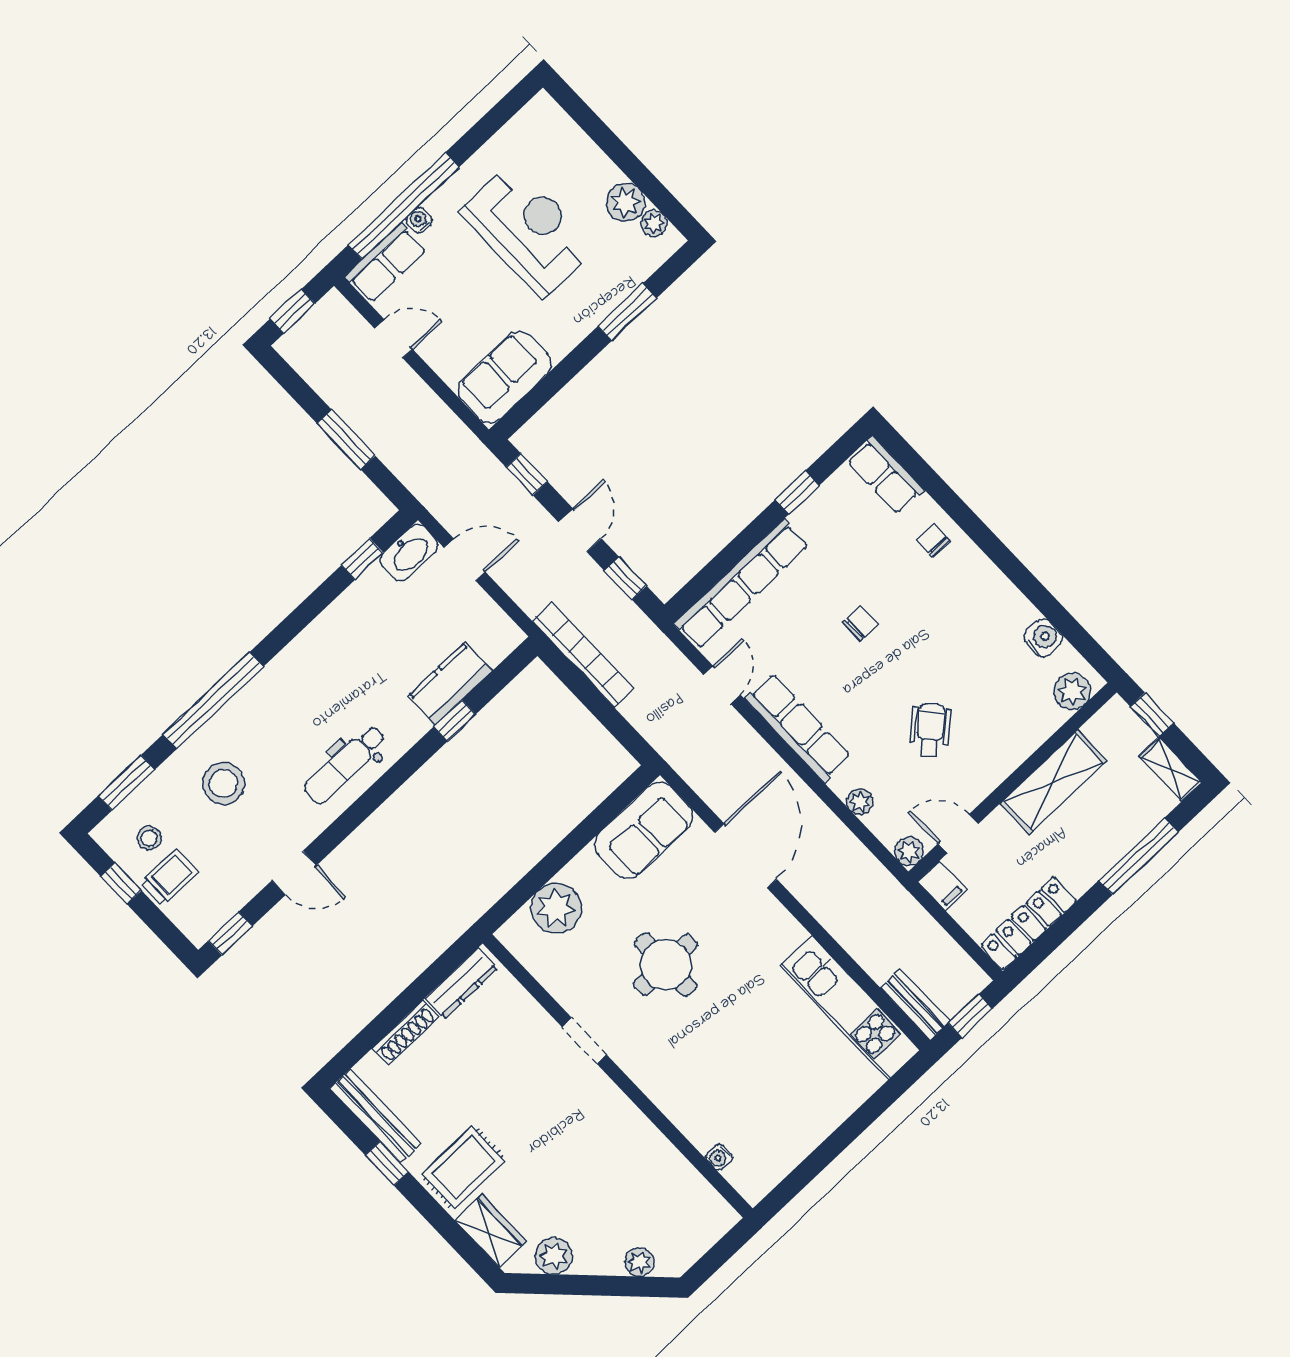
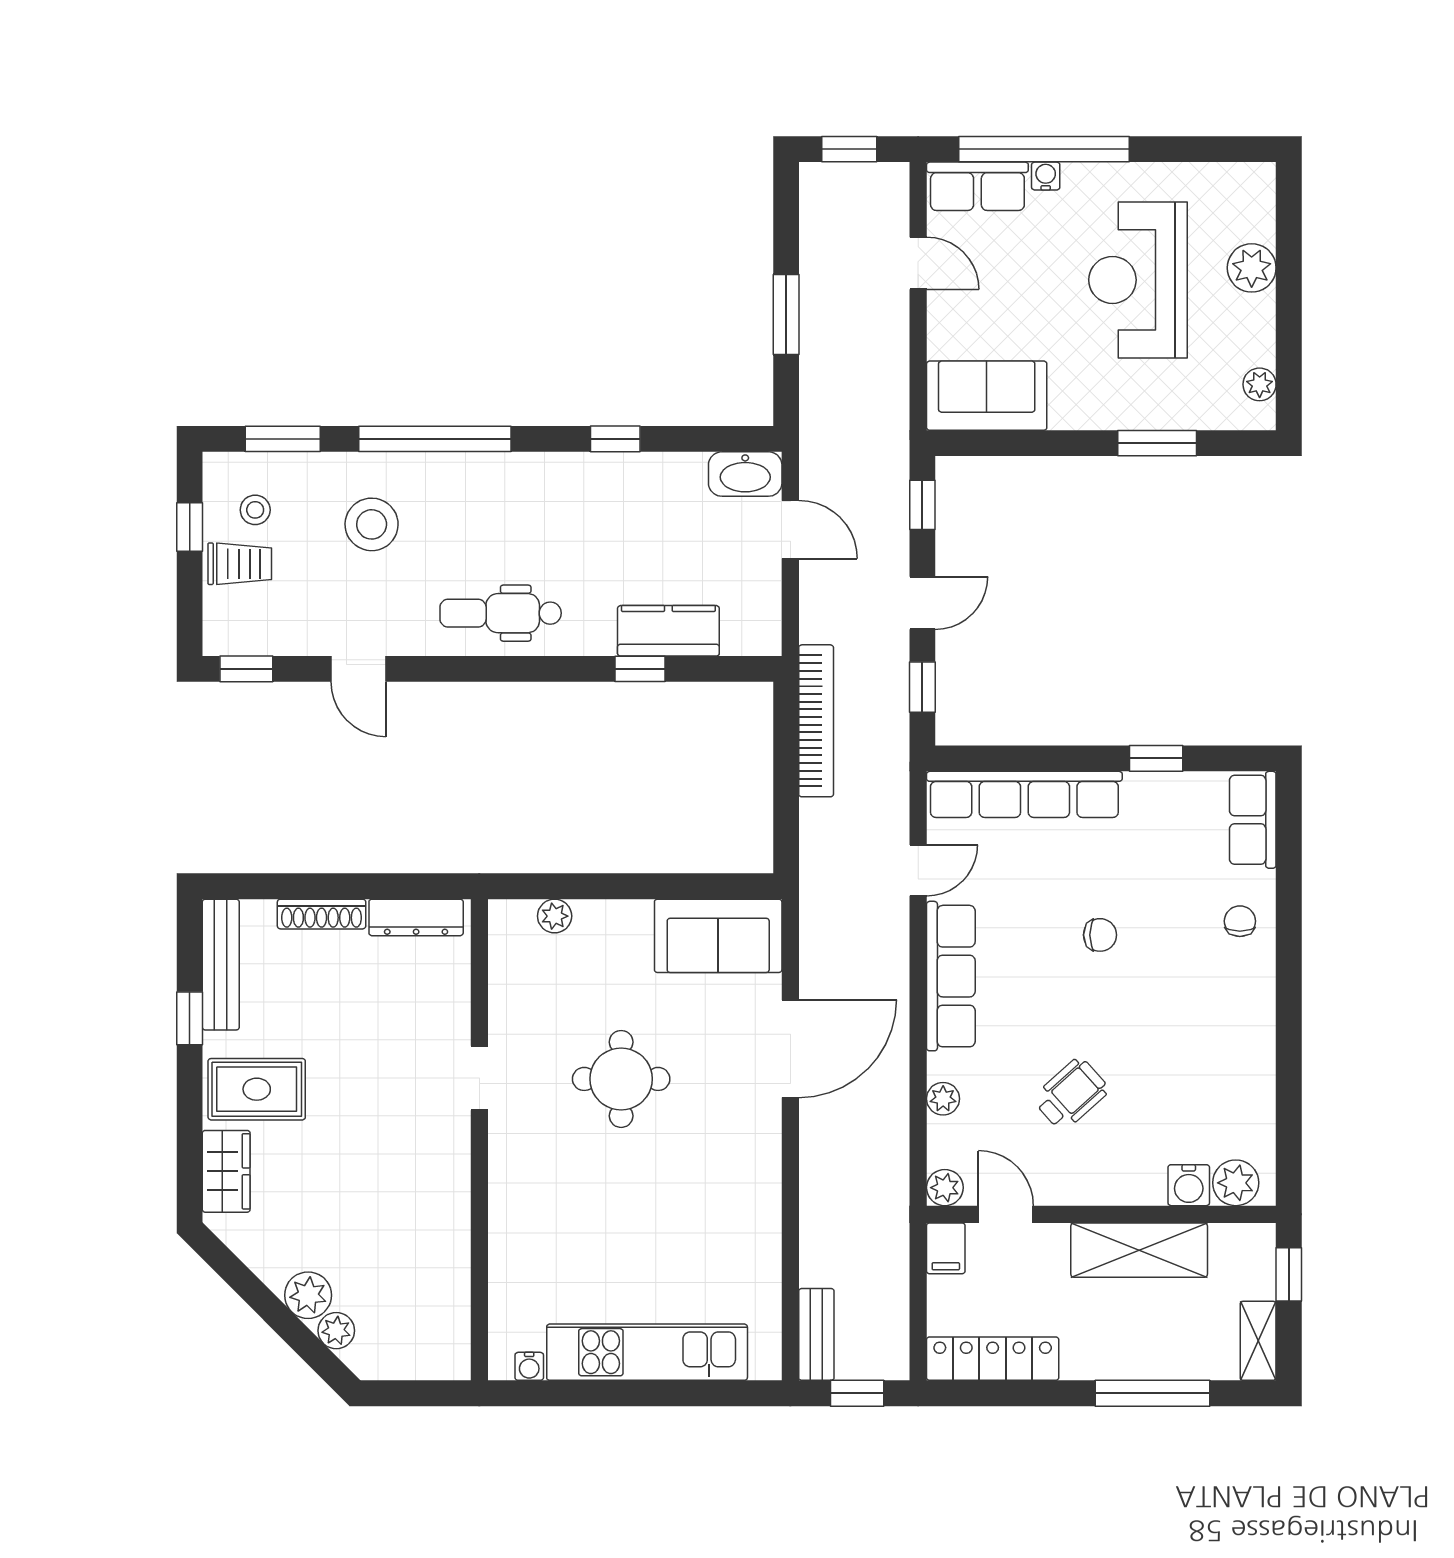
plant: (625, 202) -> (1252, 268), moved
reception desk: (528, 229) -> (1138, 280), turned 180
window: (362, 559) -> (615, 439), moved
water cooler: (1043, 638) -> (1189, 1185), moved, turned 90
plant: (556, 908) -> (555, 916), width x0.53, depth x0.53
kitchen unit: (850, 1008) -> (647, 1352), moved, turned 90
water cooler: (719, 1157) -> (529, 1366), moved, turned -90
plant: (554, 1256) -> (308, 1295), moved

